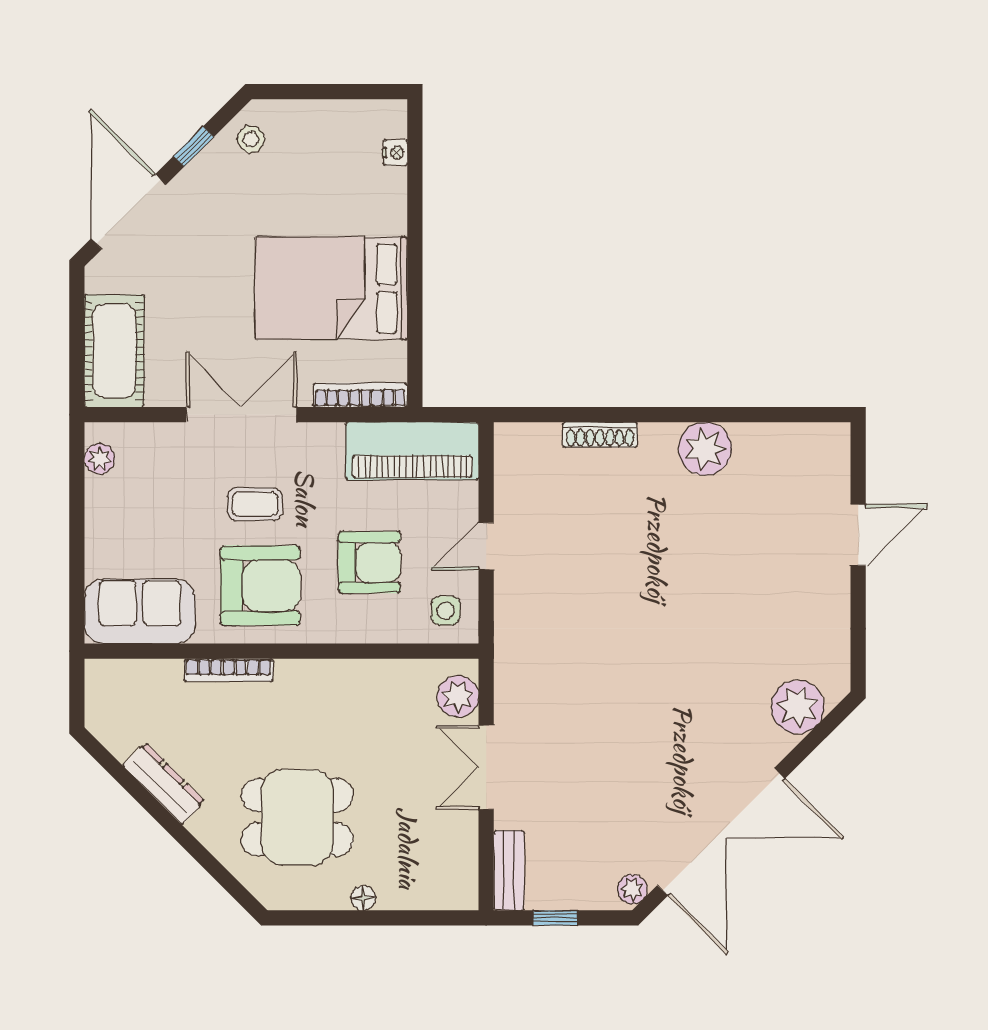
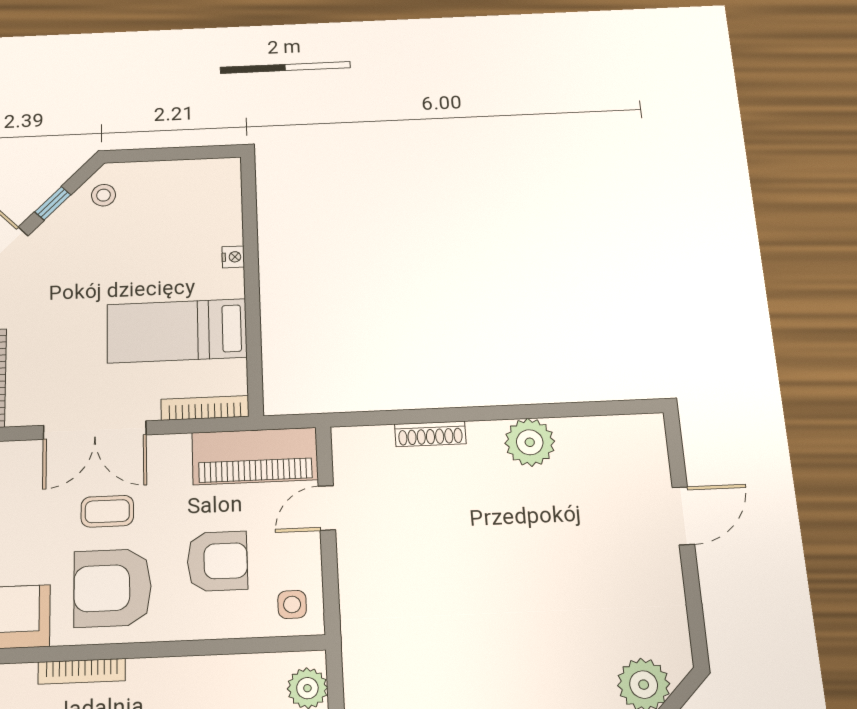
nightstand: (395, 153) -> (233, 257), moved
bed: (331, 288) -> (177, 331), width x0.67
double door: (241, 415) -> (95, 430), swing flipped
door: (486, 546) -> (327, 508), moved
armchair: (260, 586) -> (113, 588), turned 180

